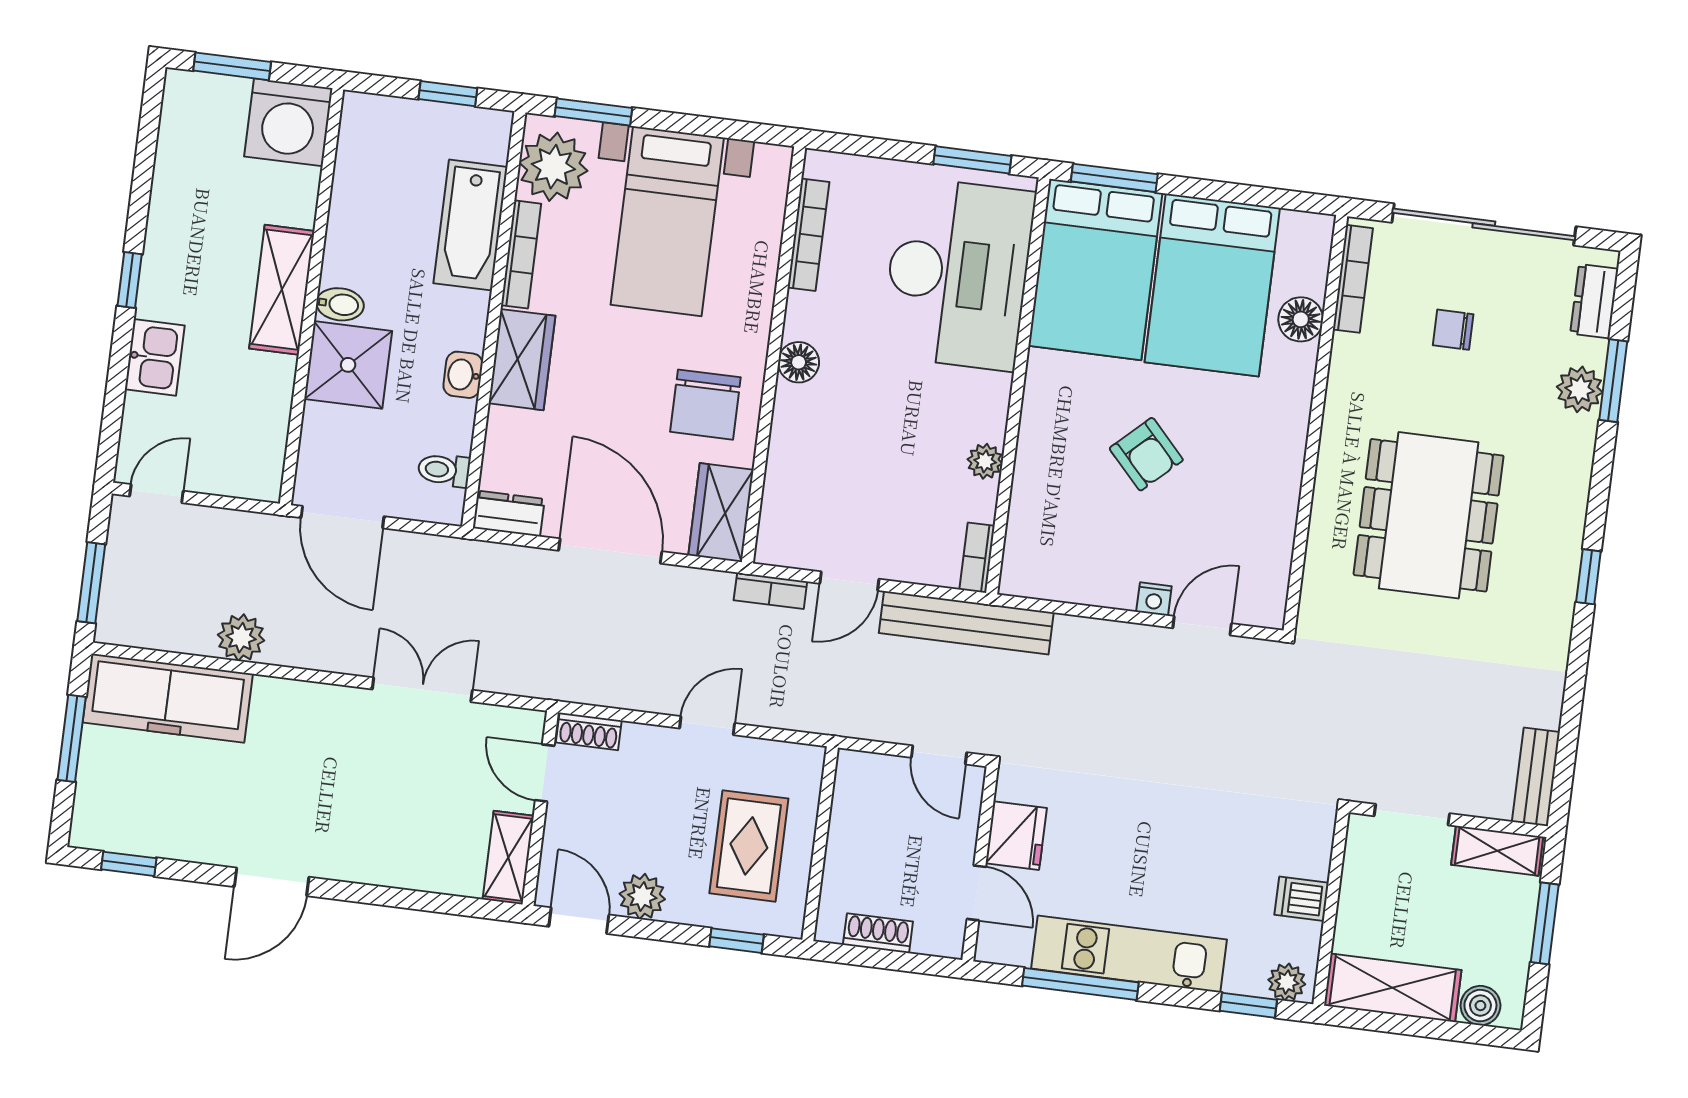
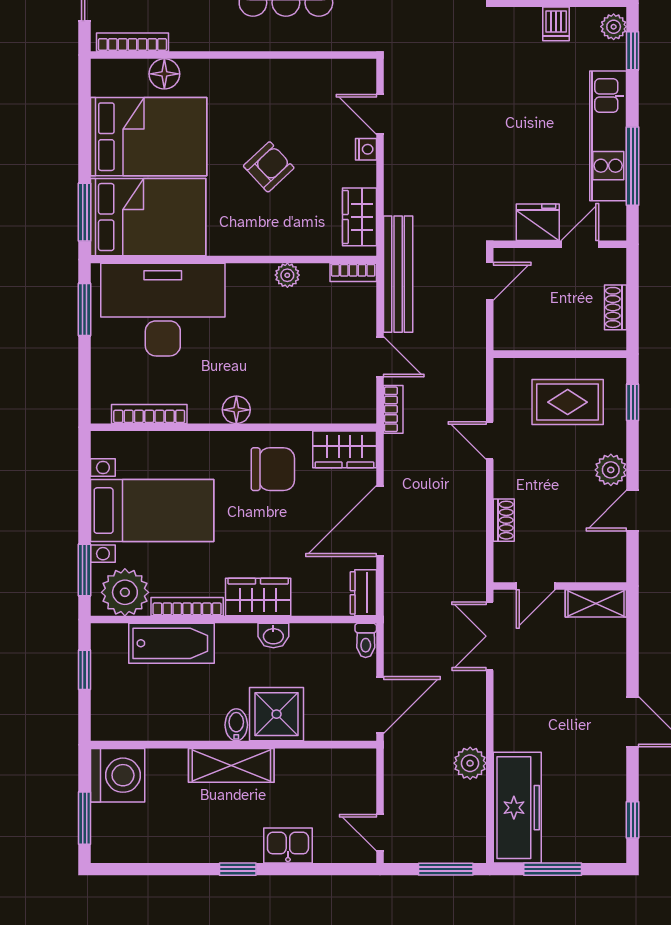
toilet: (444, 470) -> (366, 640), moved
wardrobe: (1057, 577) -> (359, 217), added
door: (545, 773) -> (536, 586), moved
wall: (540, 808) -> (560, 586), moved
shelving: (508, 858) -> (596, 603), moved

